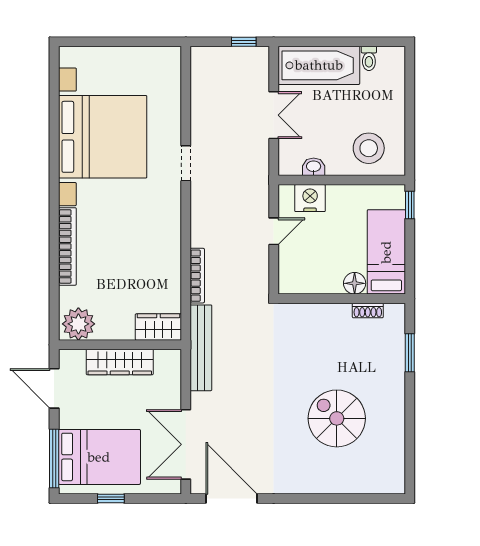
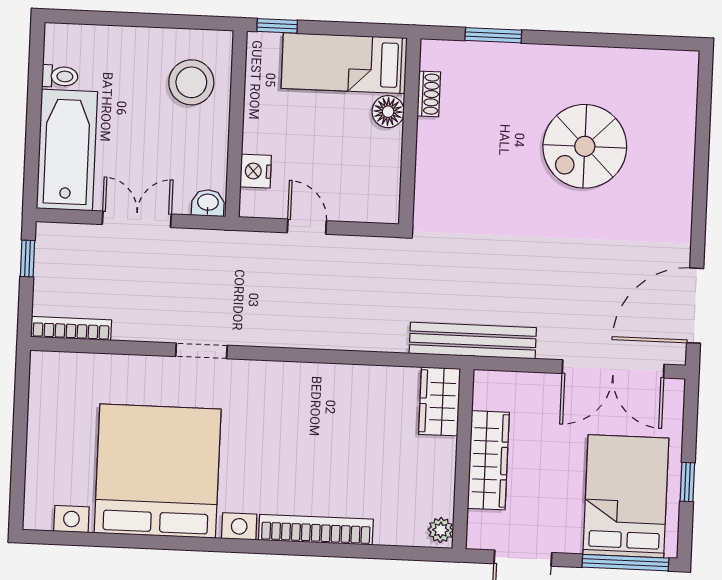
washbasin: (314, 167) -> (208, 203), moved, turned 90
nightstand: (310, 198) -> (256, 171), width x0.74, depth x0.75
bookcase: (197, 276) -> (71, 328), moved
plant: (78, 324) -> (441, 530), width x0.53, depth x0.53

